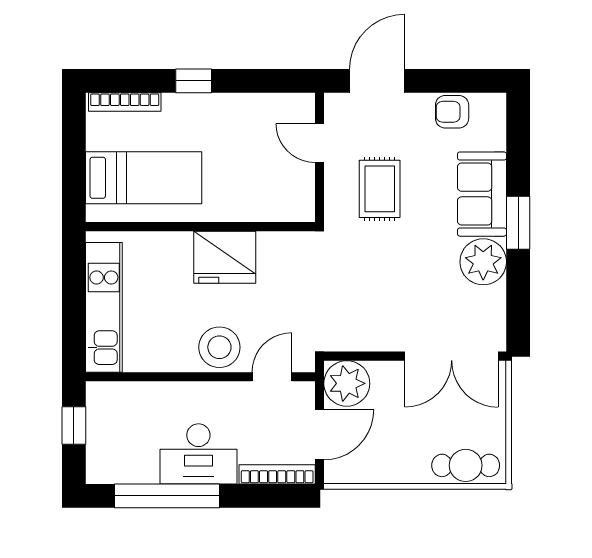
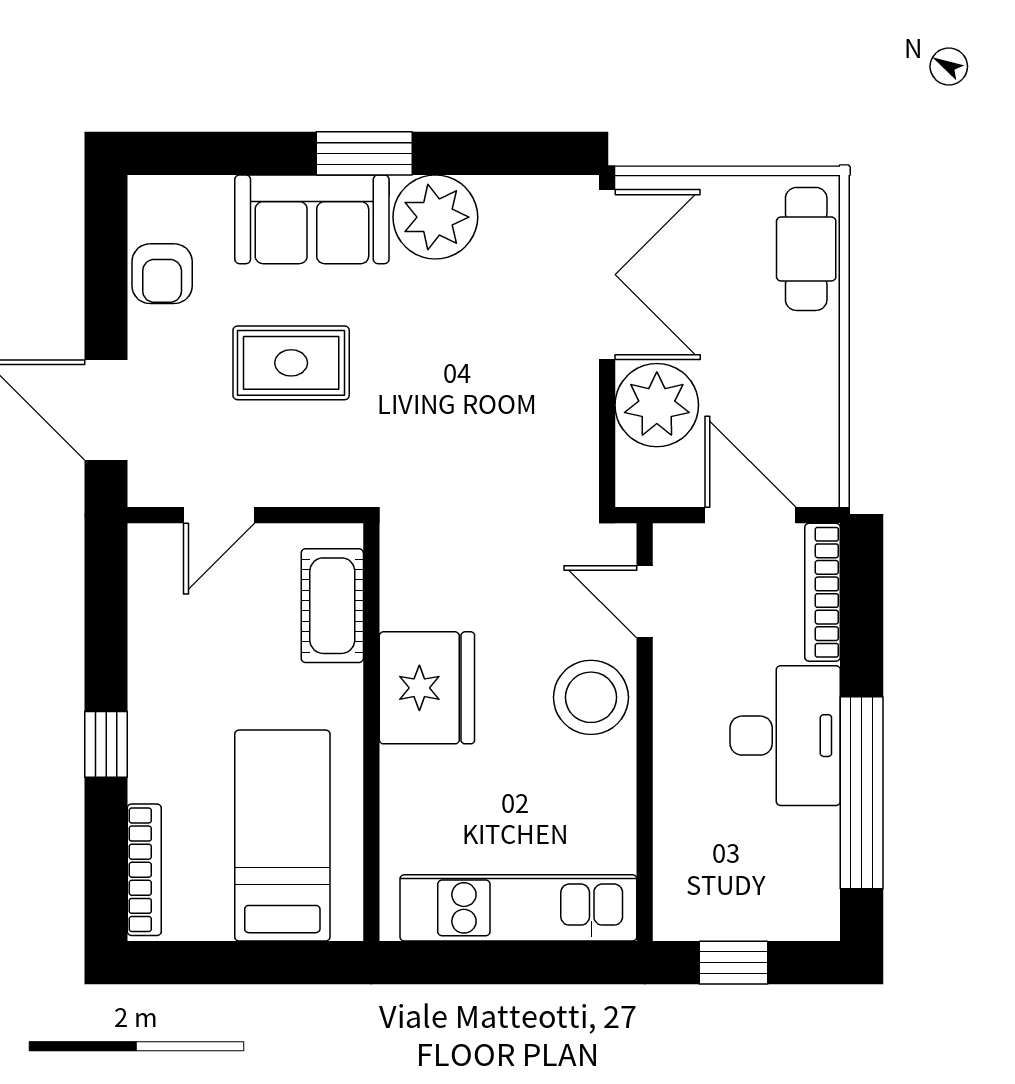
rug: (380, 189) -> (291, 363), moved
cot: (270, 205) -> (332, 606), added
plant: (347, 383) -> (657, 405), moved

